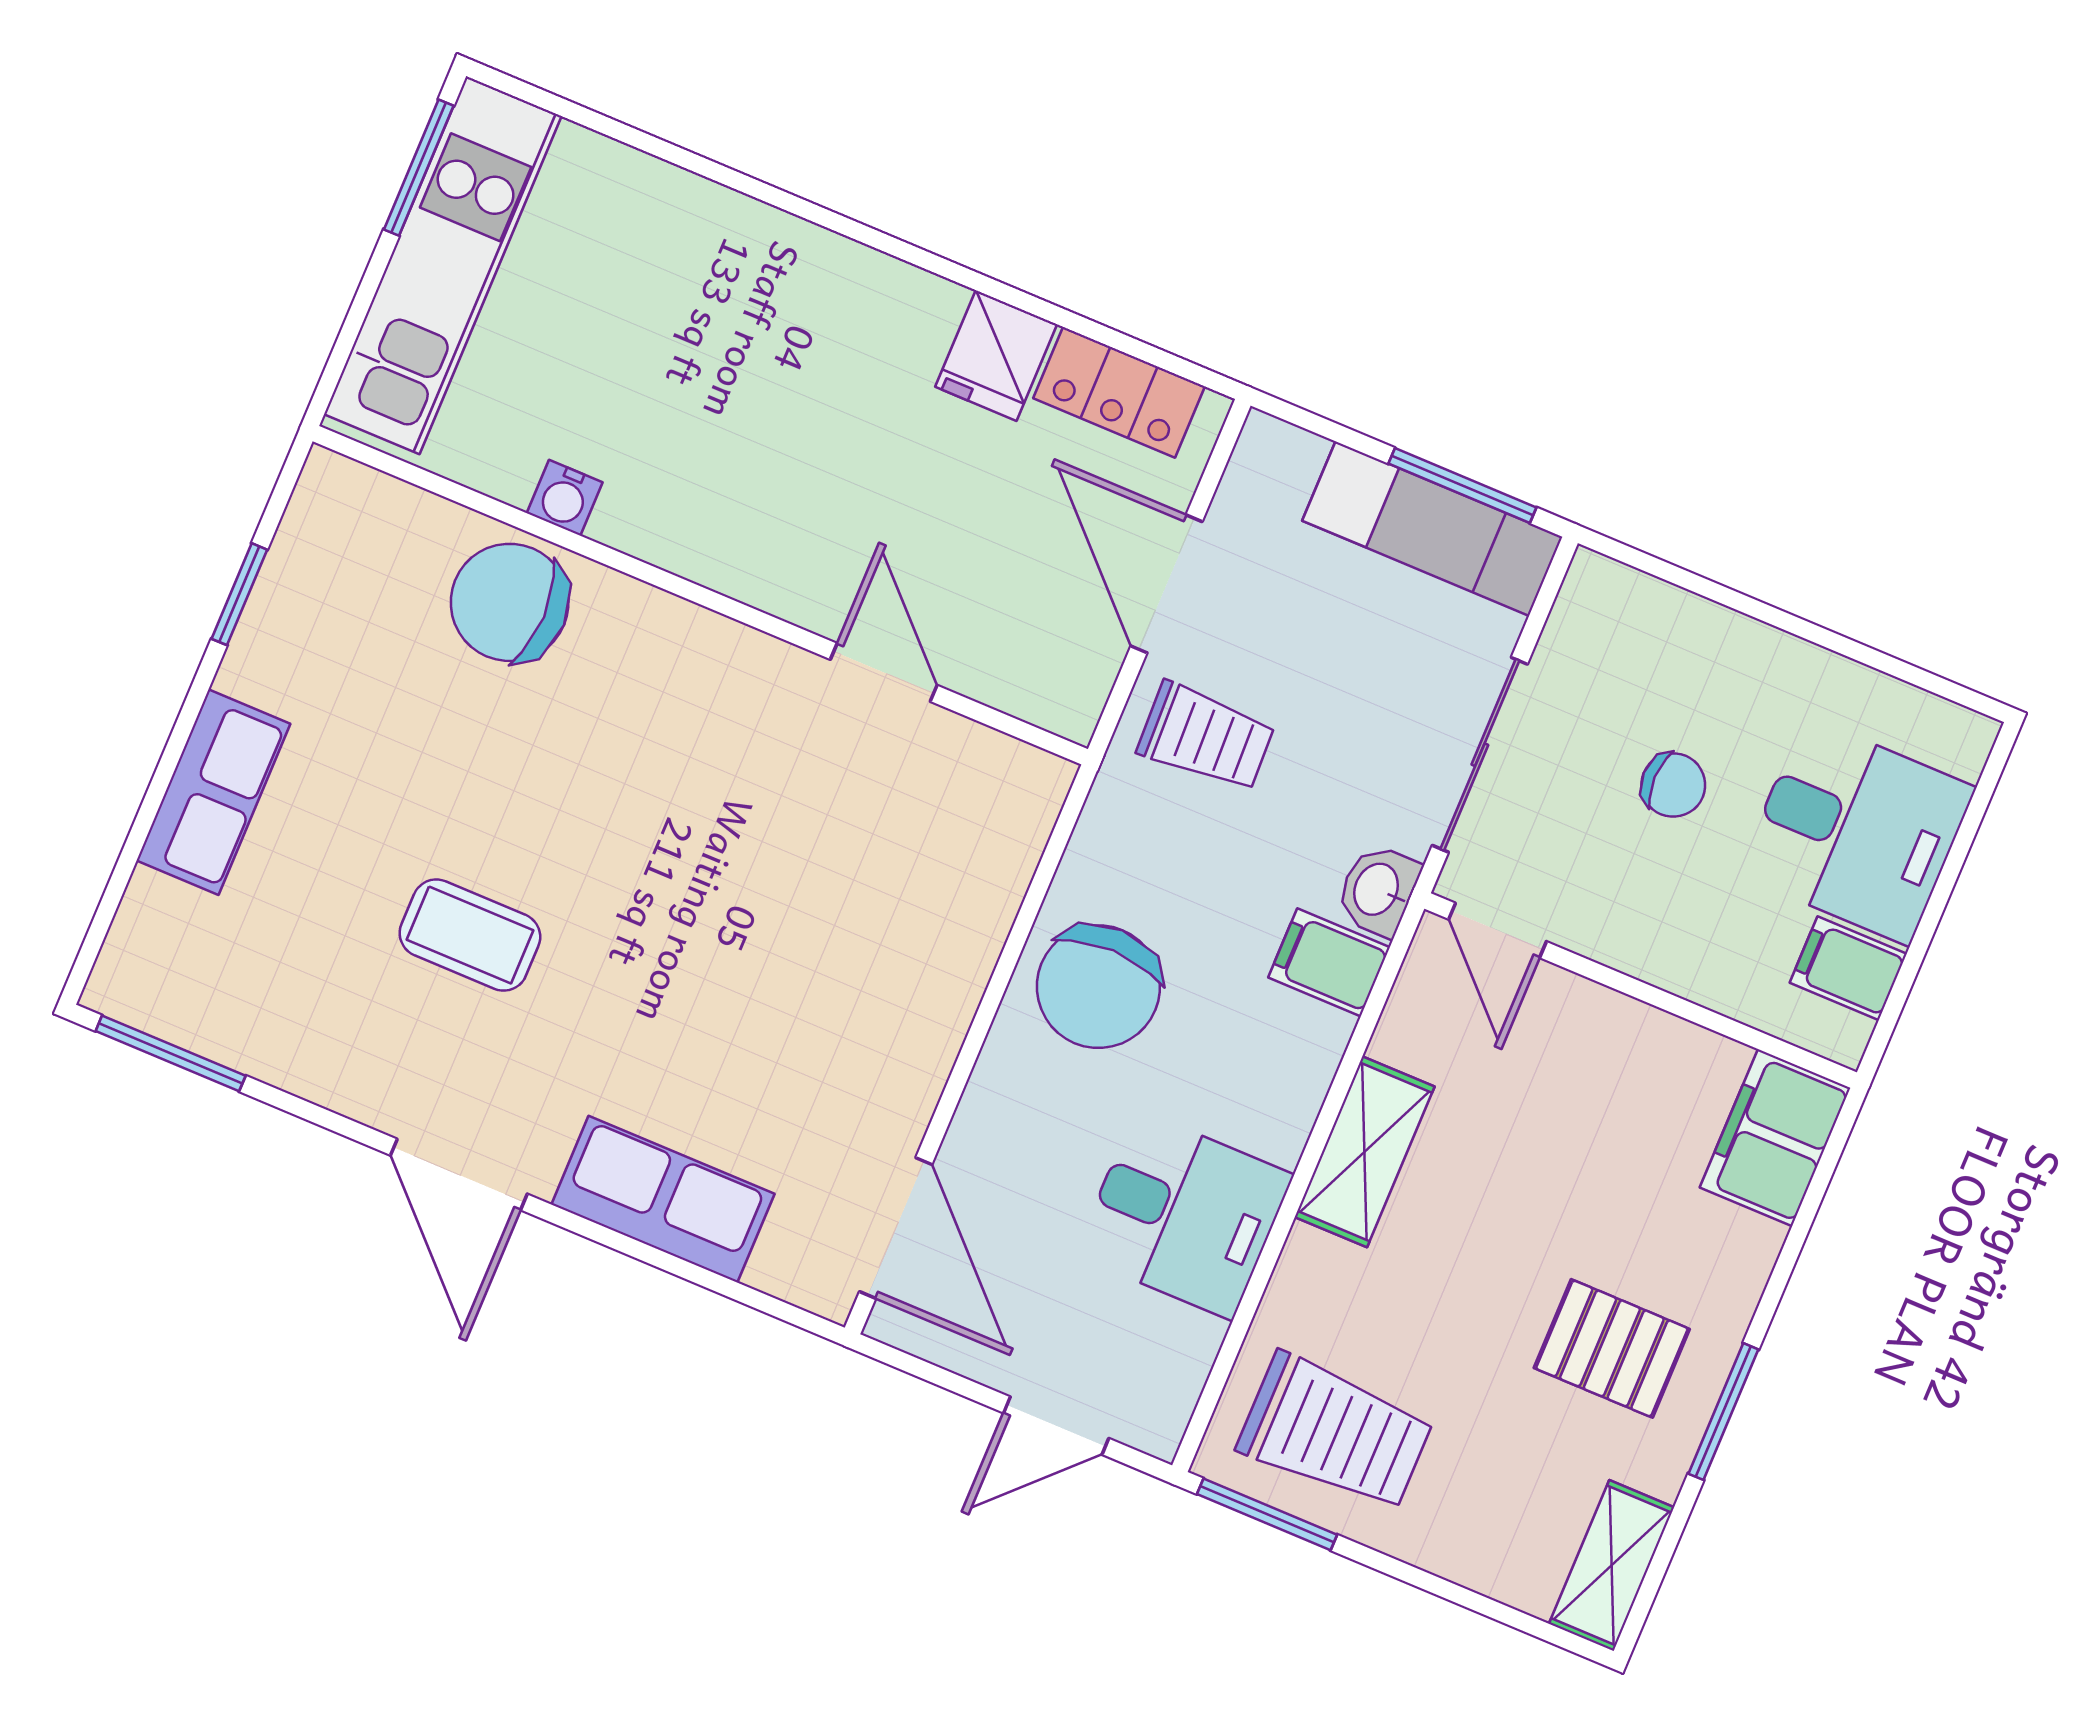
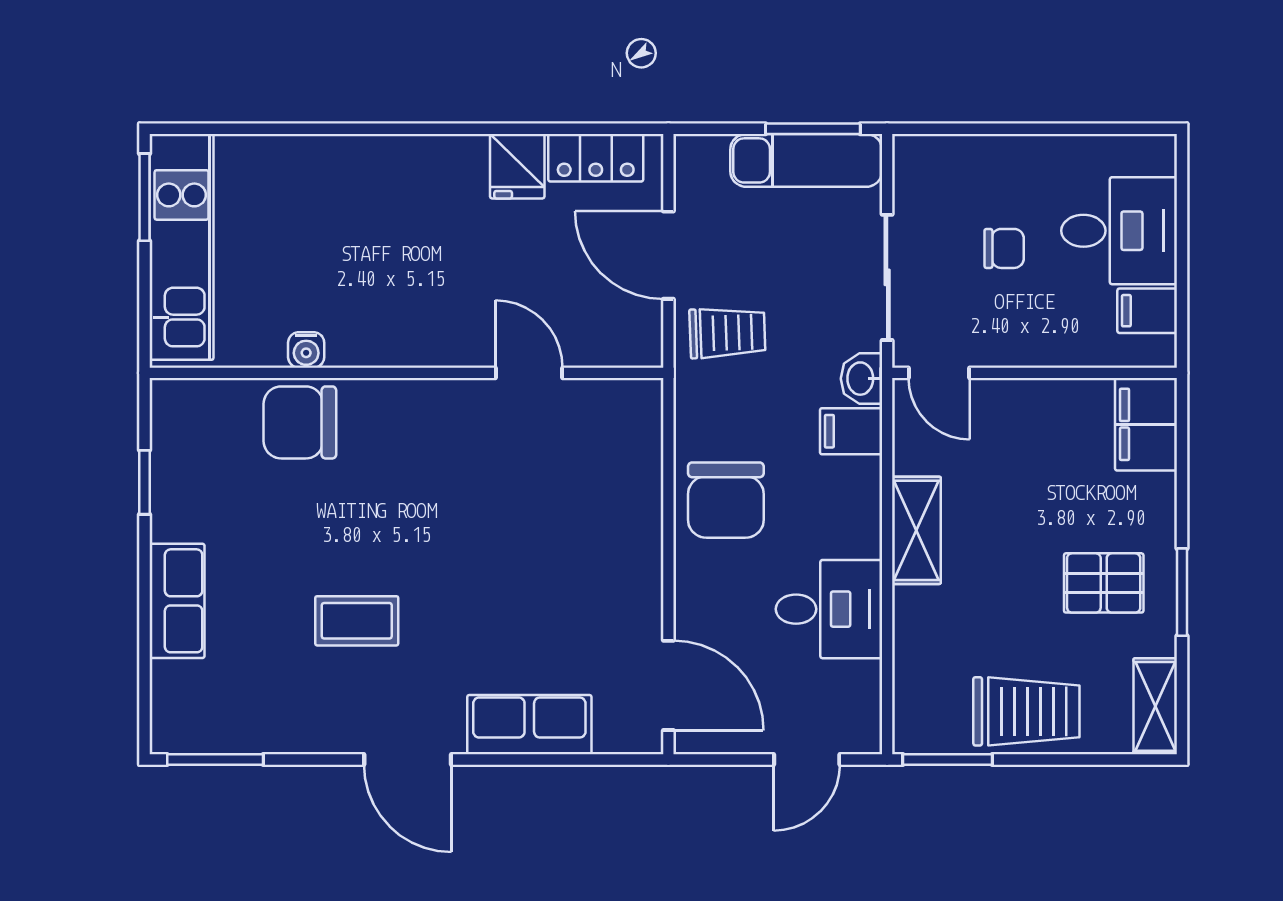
trolley: (1335, 1433) -> (1026, 711), moved

